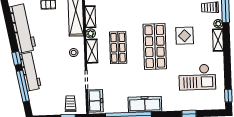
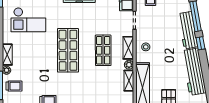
display table: (185, 36) -> (39, 60), removed
checkout: (197, 77) -> (28, 20), turned 180

